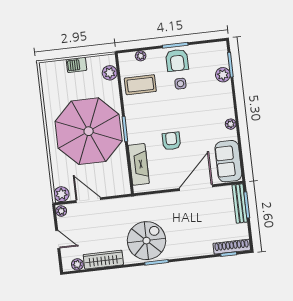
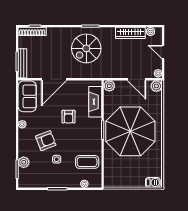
armchair: (177, 60) -> (46, 141), moved, turned 69
barbecue: (76, 65) -> (153, 183), moved
plant: (110, 73) -> (109, 86), moved
spiral stairs: (146, 241) -> (86, 48), moved

